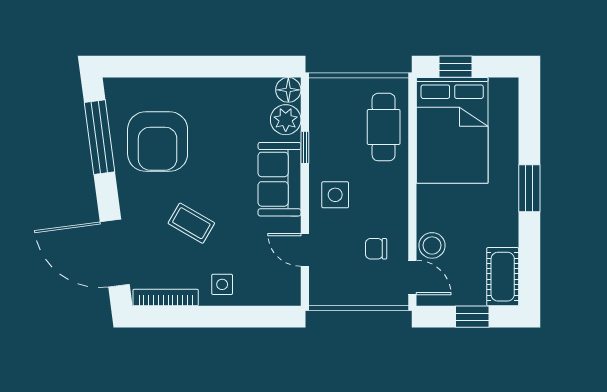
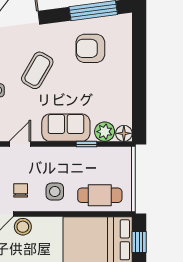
armchair: (158, 142) -> (90, 48), width x0.73, depth x0.73
side table: (335, 195) -> (55, 192), moved
coffee table: (191, 223) -> (37, 70), width x1.36, depth x1.30

